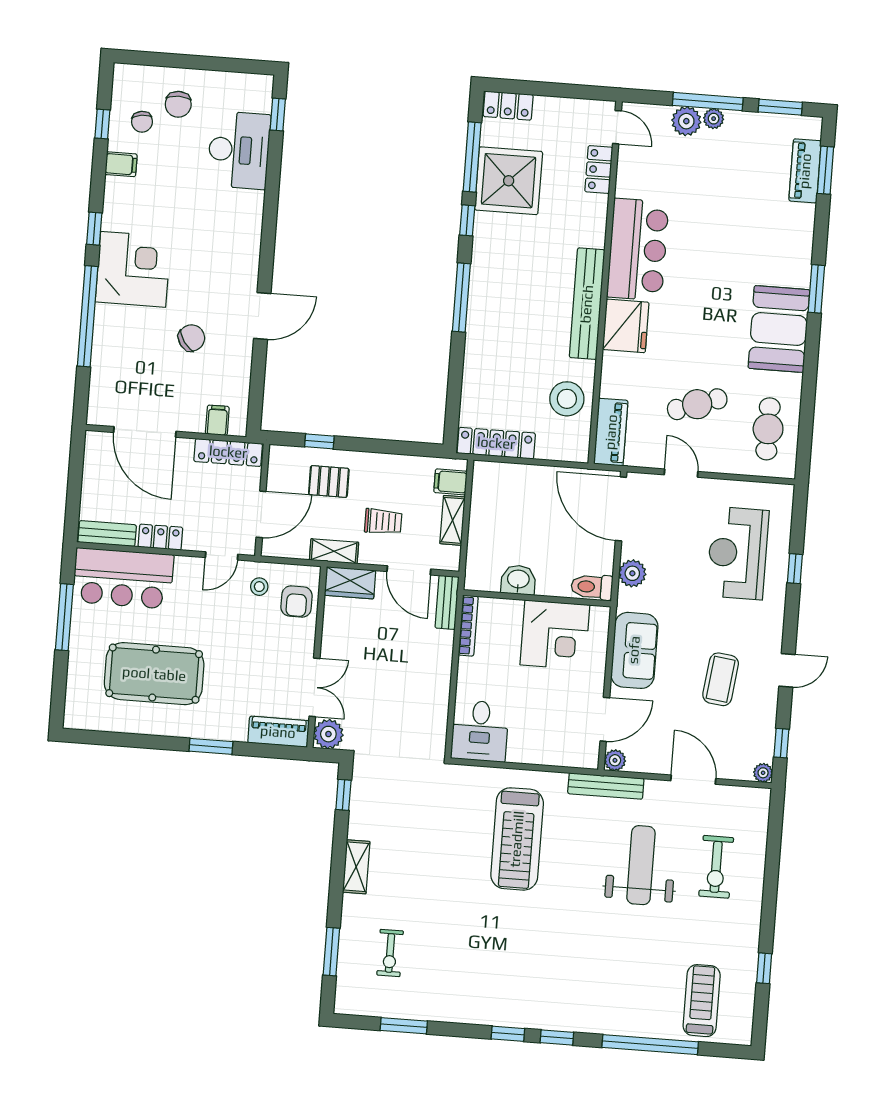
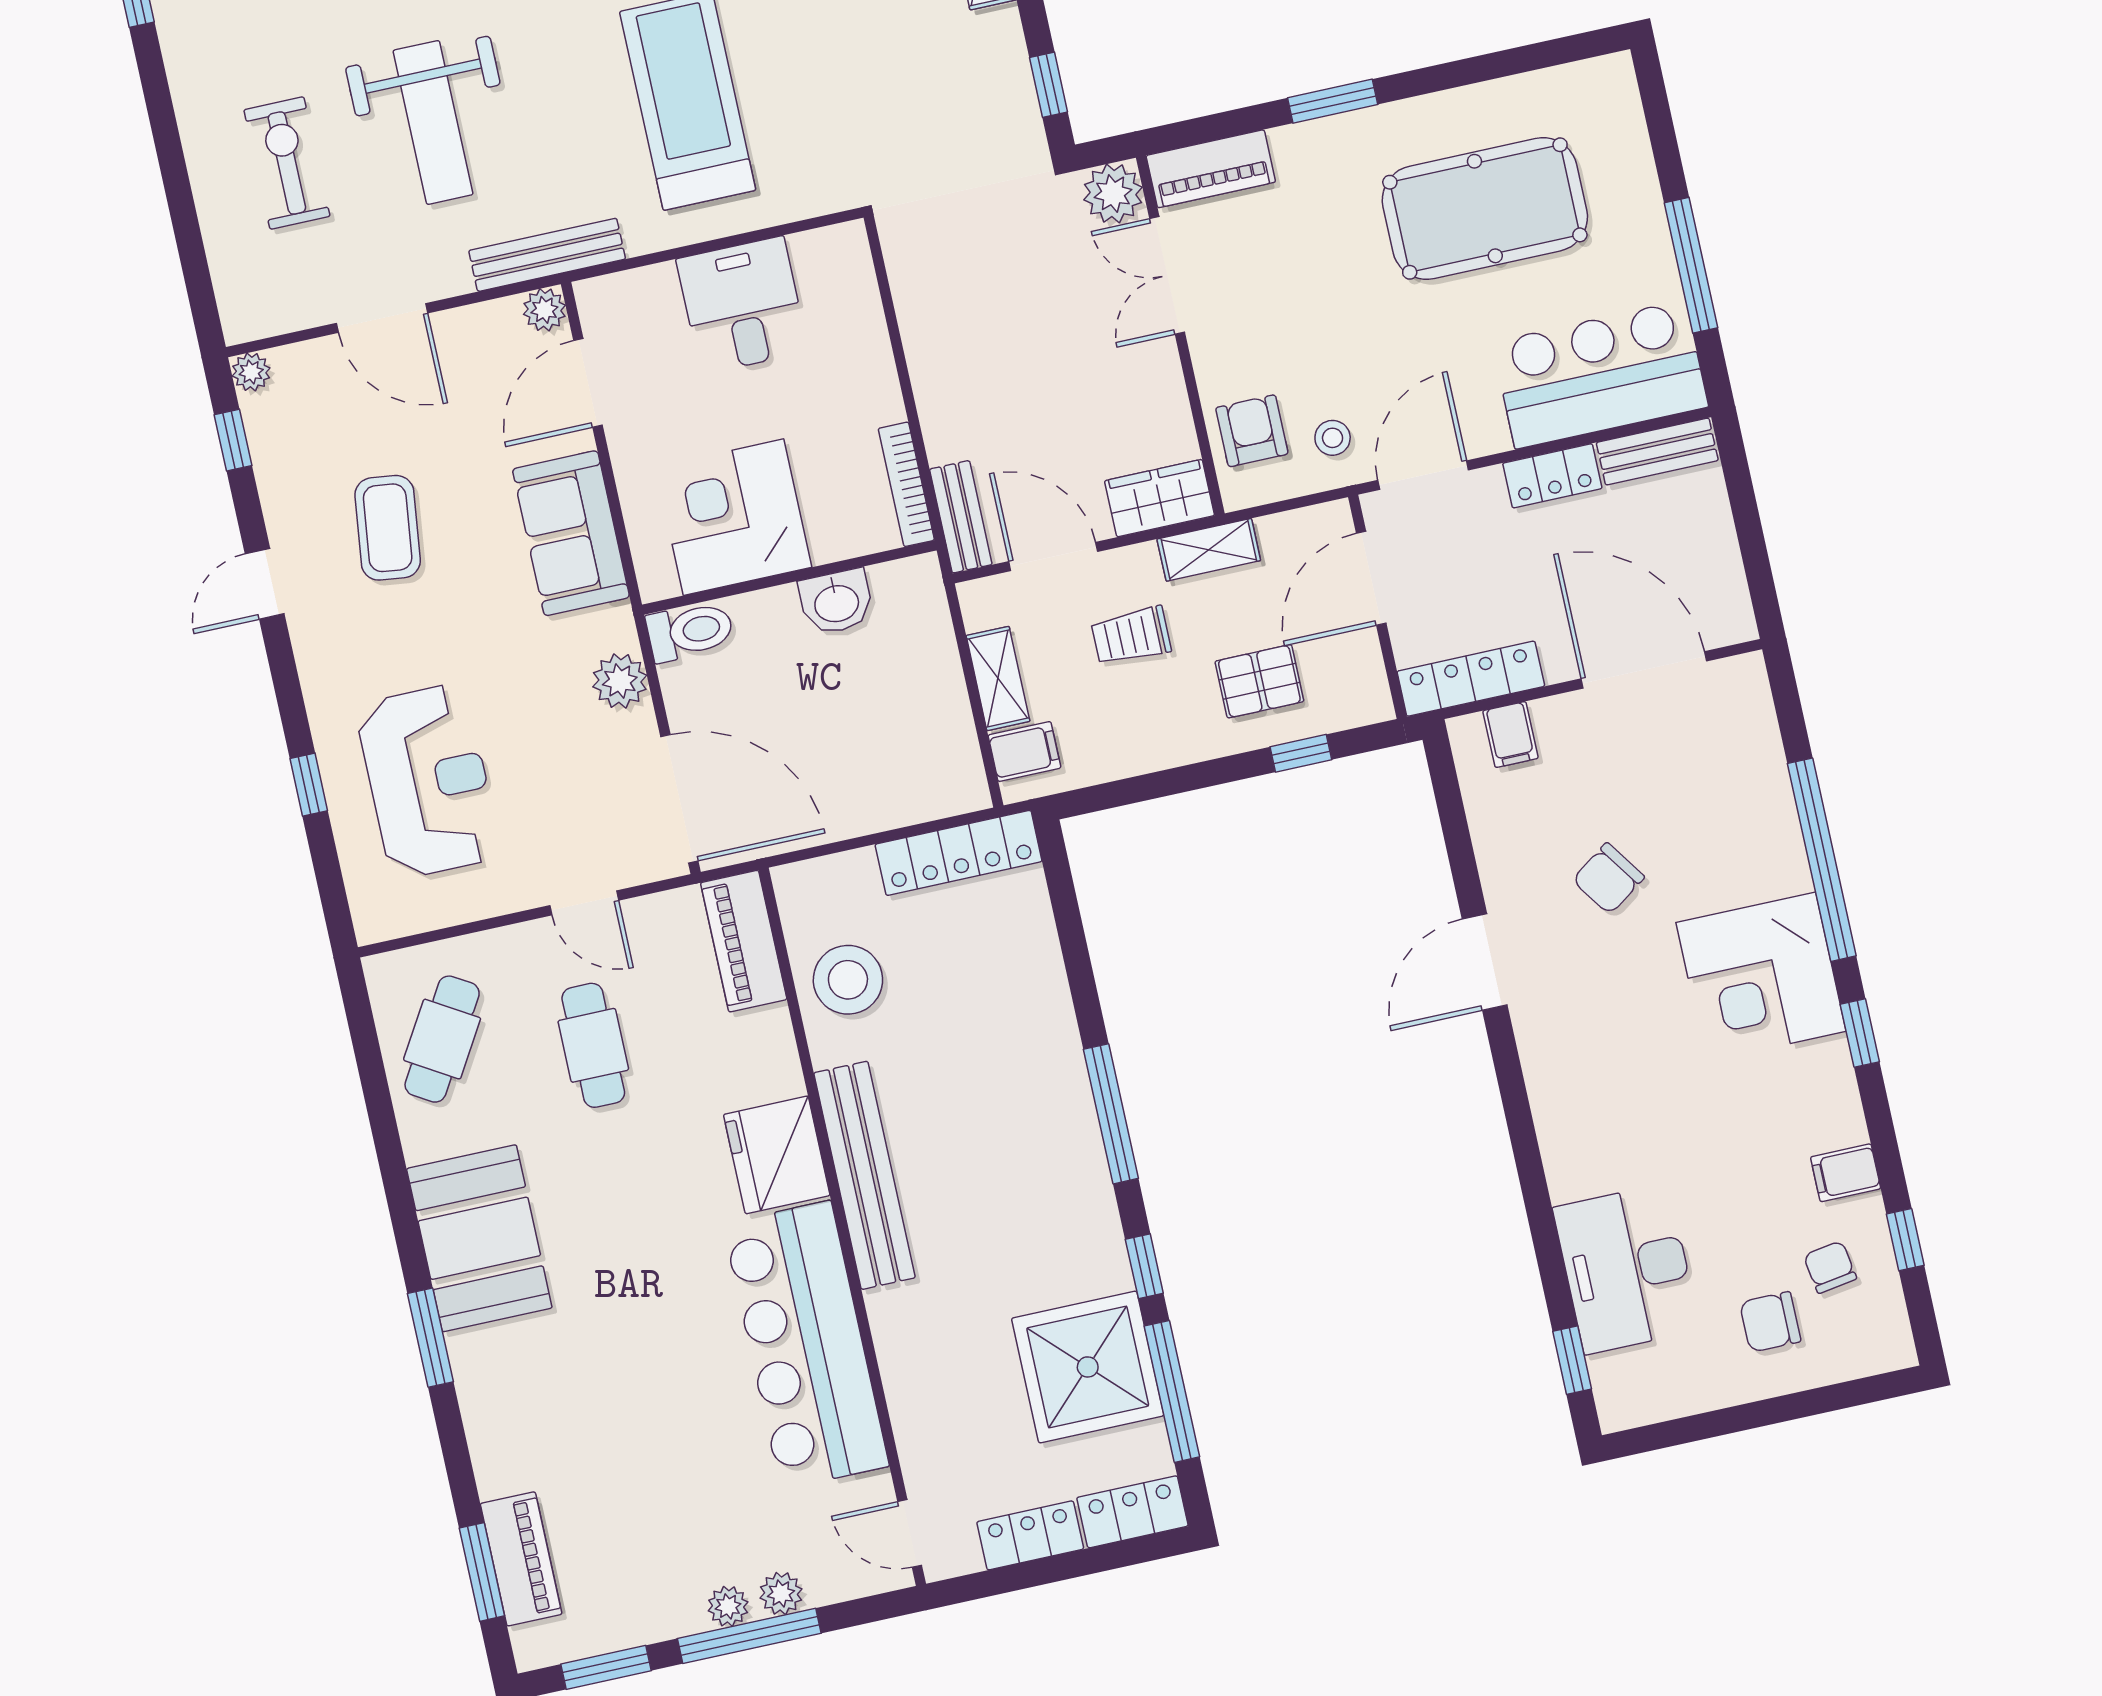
chair: (178, 104) -> (1770, 1322), turned -90
plant: (686, 121) -> (781, 1594), width x0.73, depth x0.73
locker: (599, 170) -> (1030, 1535), moved, turned -90
bar counter: (638, 250) -> (806, 1345), width x1.36
cafe table: (697, 404) -> (593, 1045), turned -71
cafe table: (768, 429) -> (442, 1039), turned 31
door: (222, 556) -> (1423, 475), width x1.38
desk: (480, 731) -> (742, 305), moved

